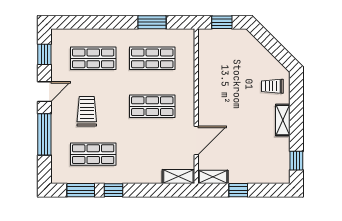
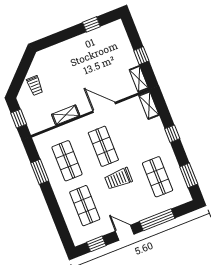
trolley: (272, 86) -> (35, 86), moved
trolley: (87, 111) -> (118, 179), moved
shelving: (283, 120) -> (66, 115), moved
door: (196, 141) -> (104, 107), moved
window: (296, 161) -> (91, 24), moved
window: (114, 190) -> (172, 134), moved

